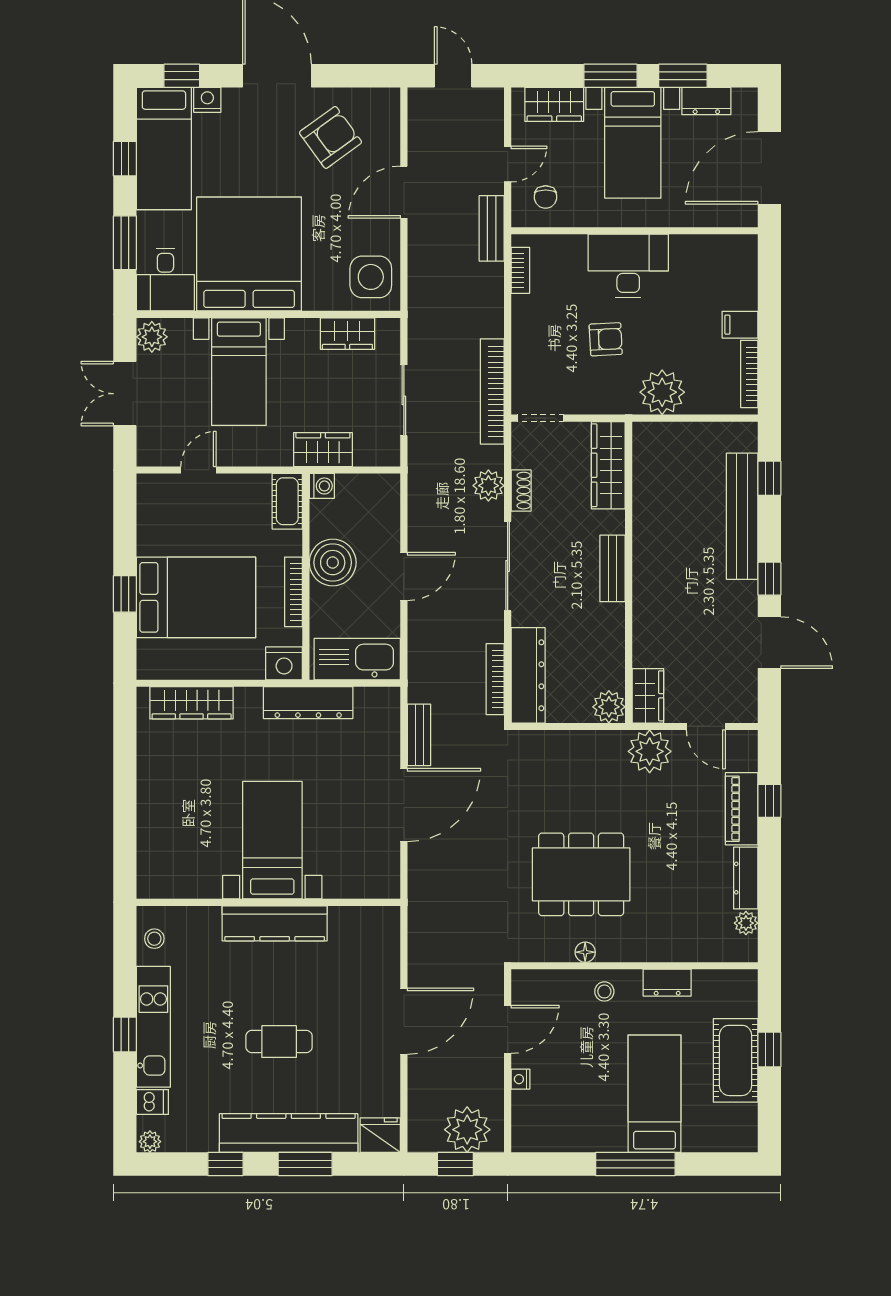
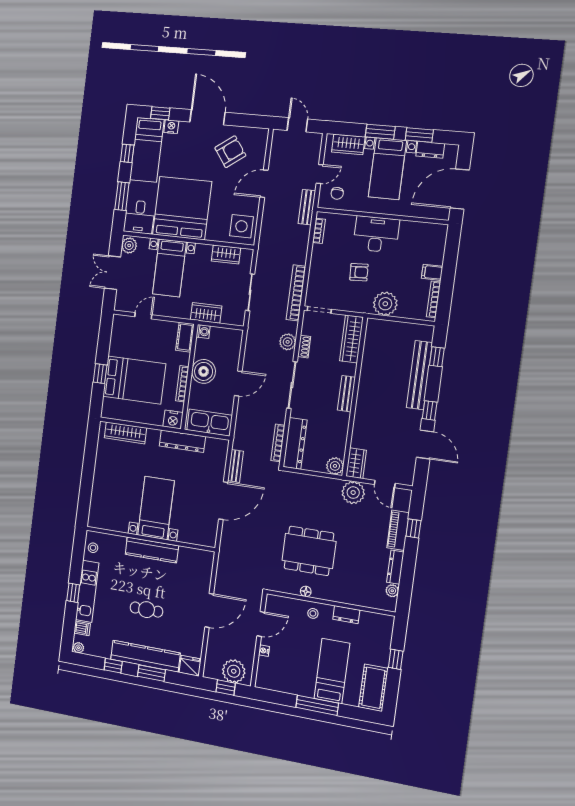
cot: (736, 1060) -> (373, 688), moved

